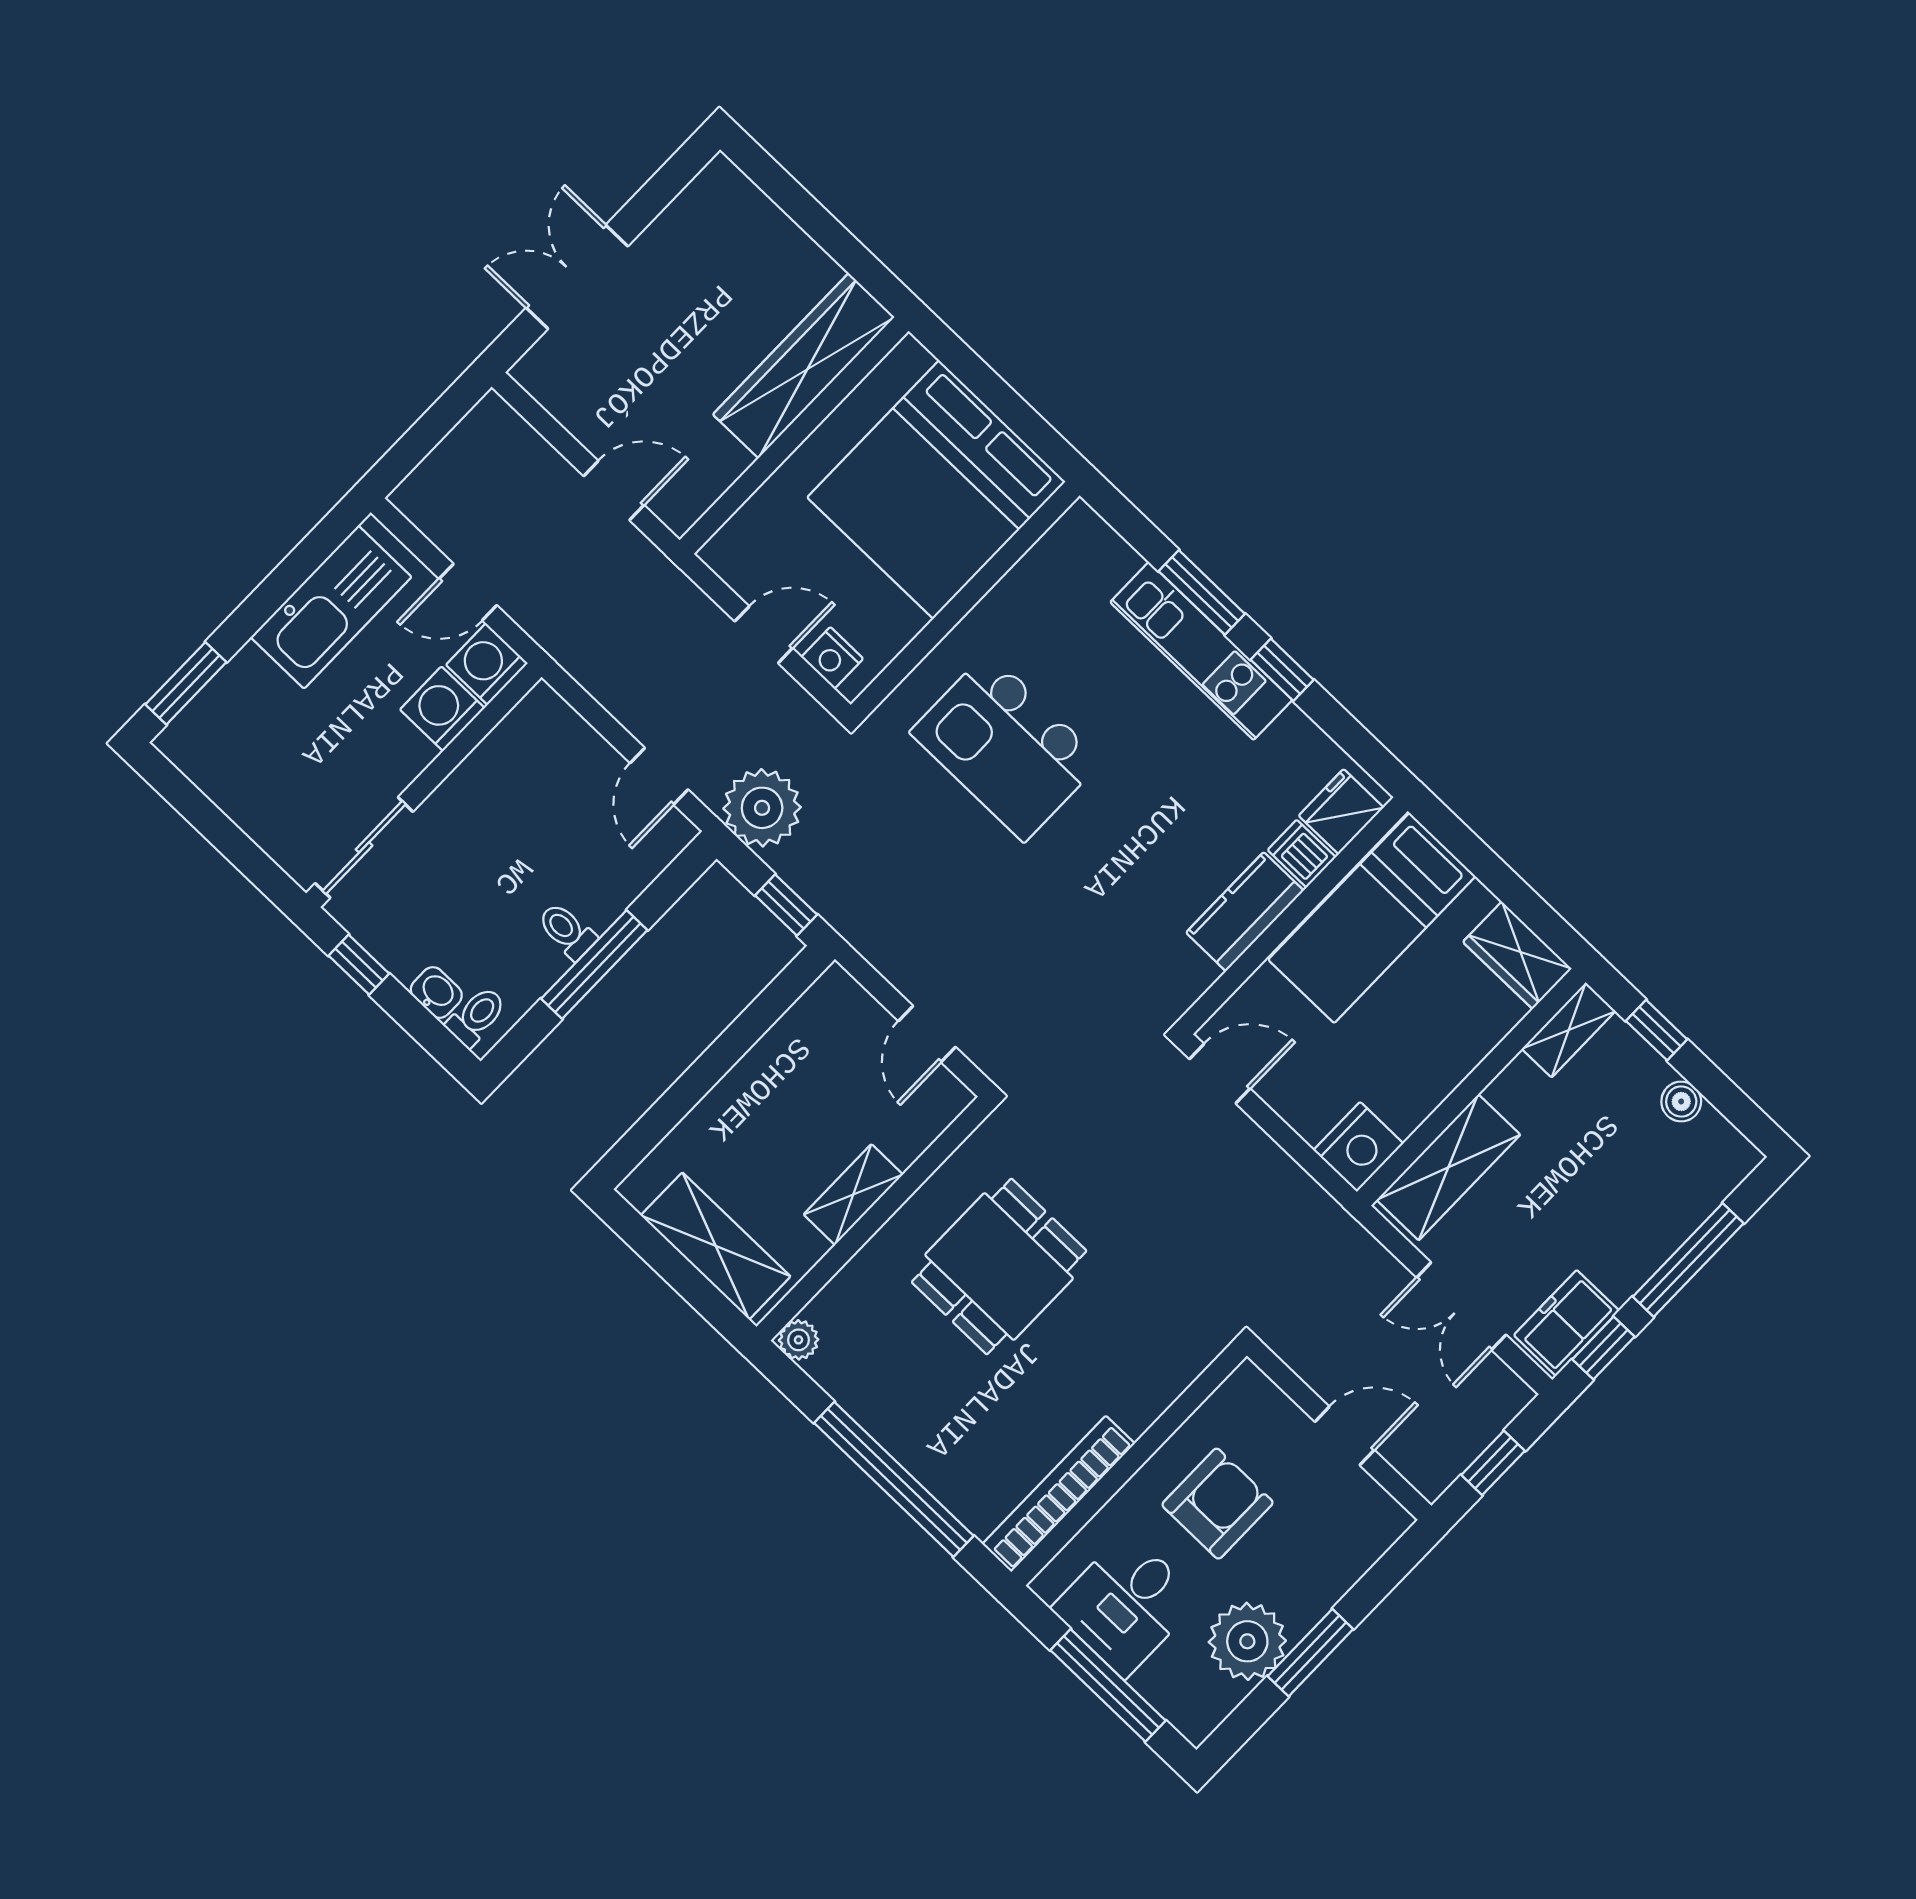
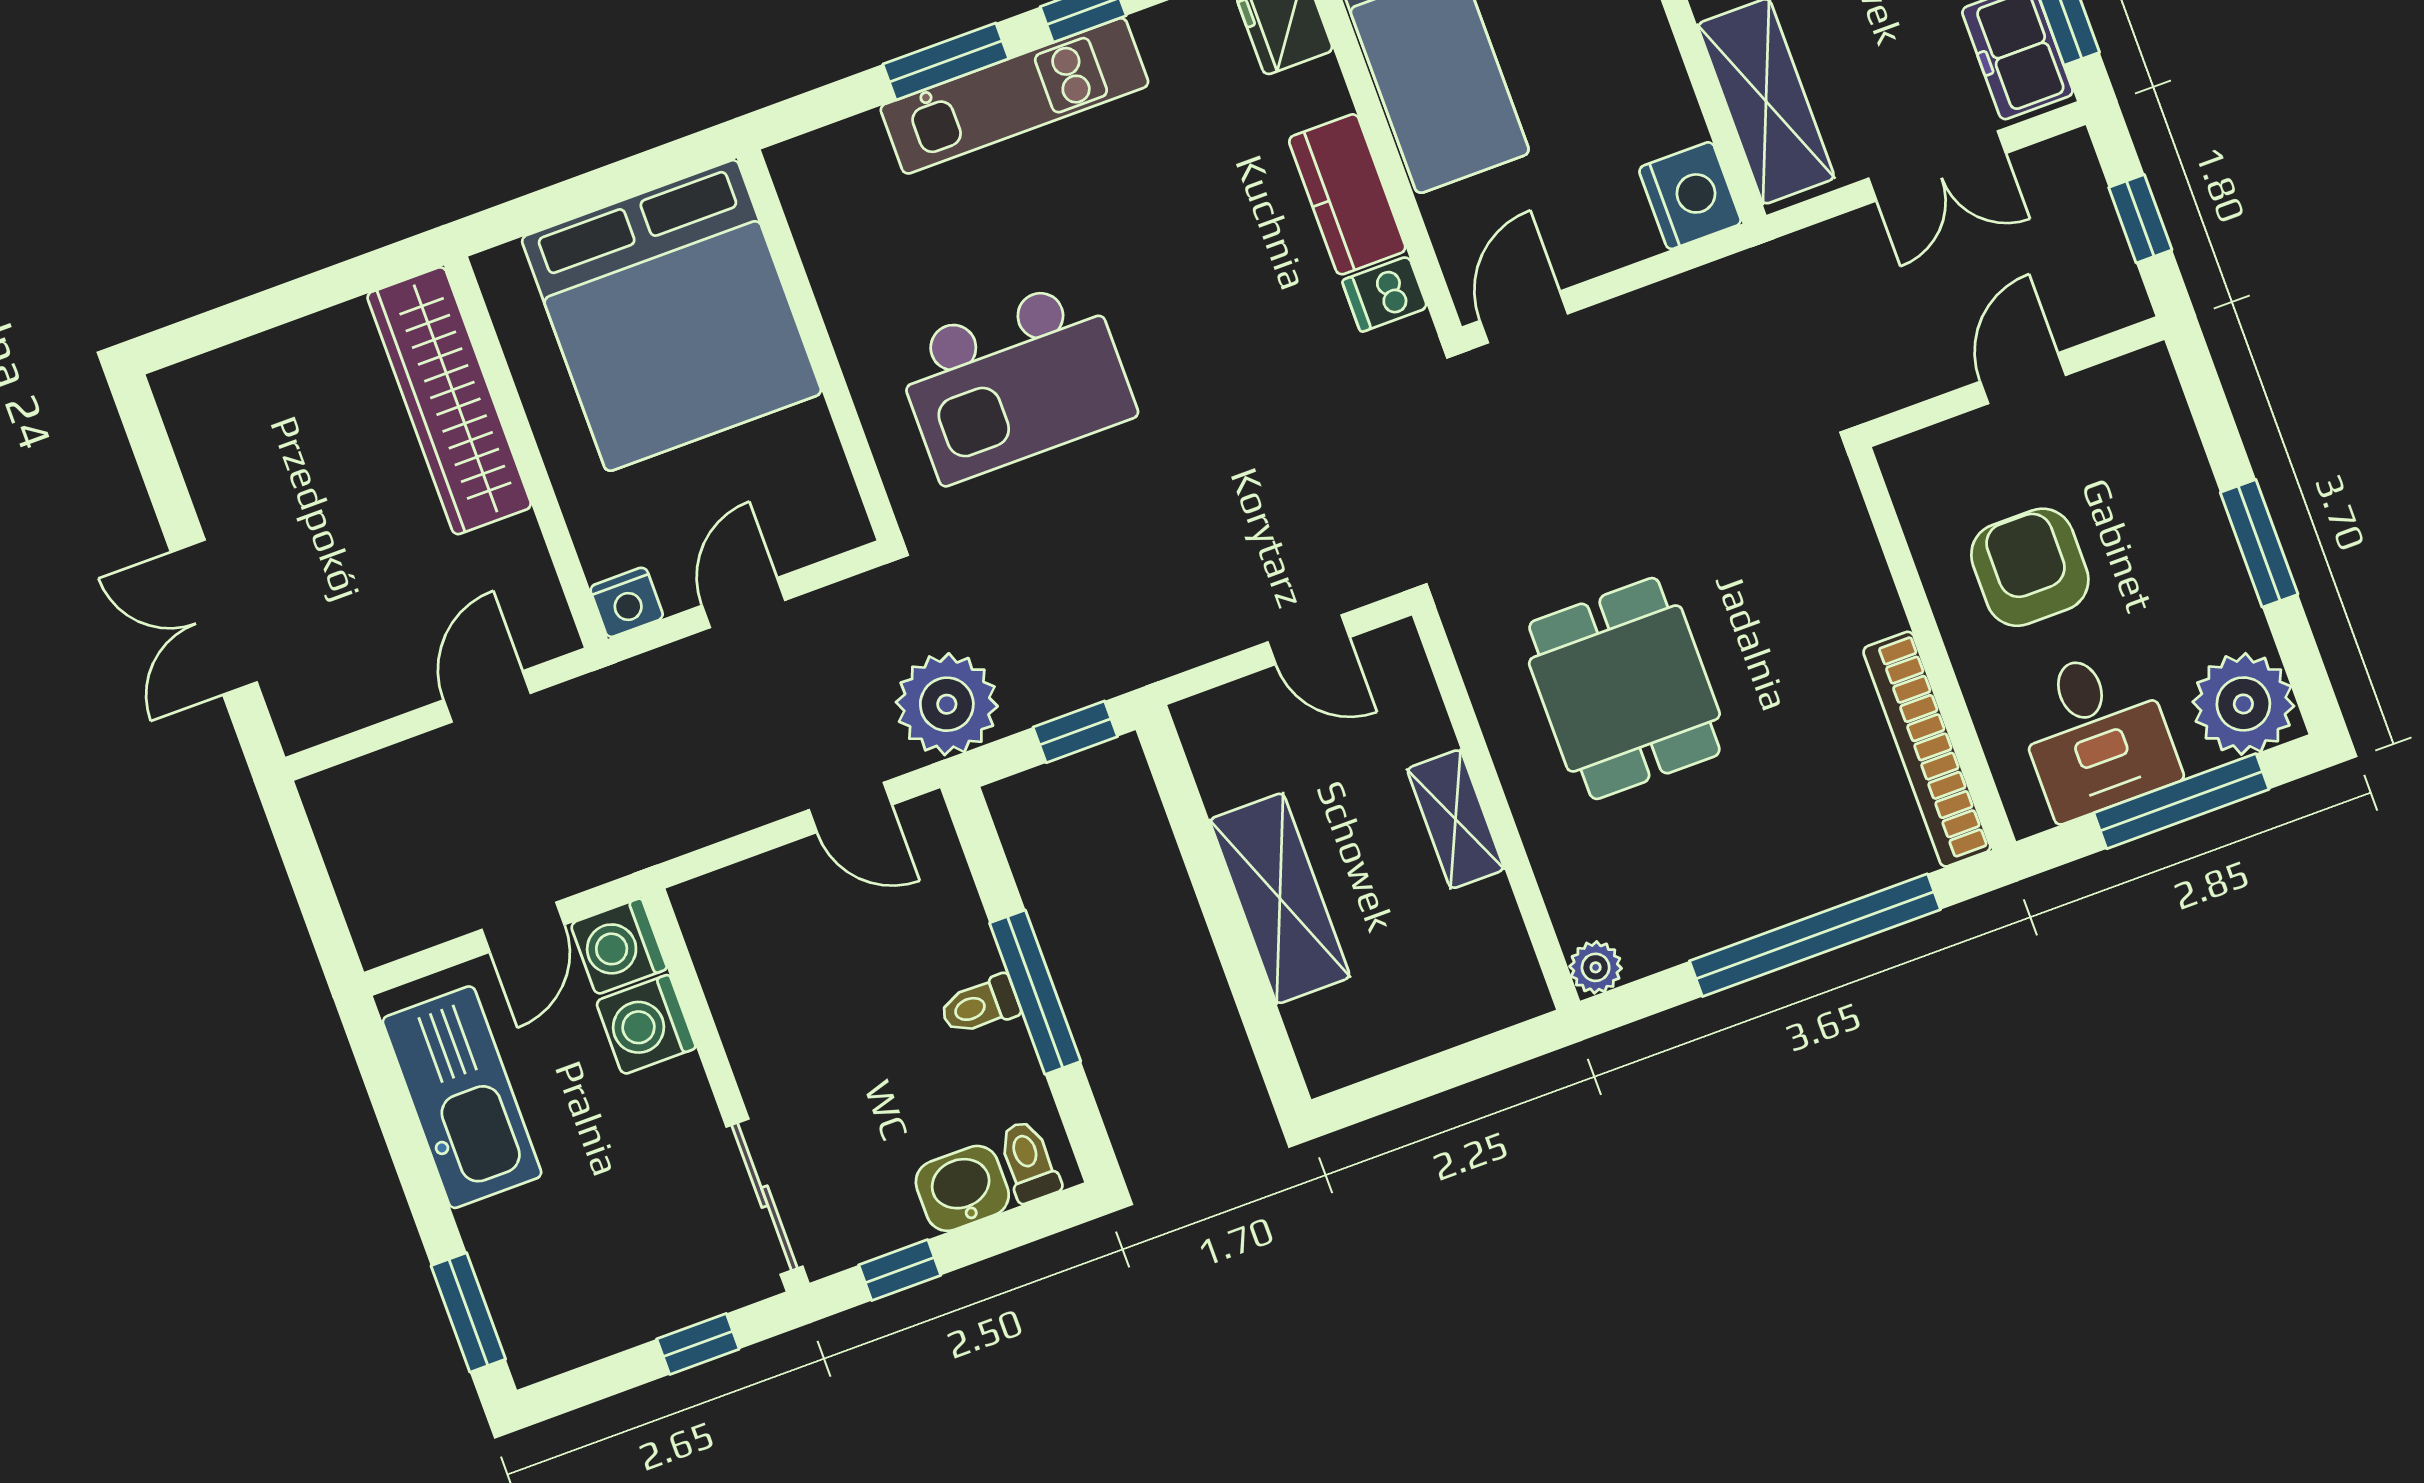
nightstand: (832, 658) -> (627, 602), moved
window: (241, 851) -> (698, 1344), added
dishwasher: (1302, 854) -> (1385, 294), moved
washbasin: (436, 992) -> (962, 1188), width x1.38, depth x1.45
shelving: (716, 1246) -> (1280, 898), moved, turned 90
plant: (1247, 1641) -> (2243, 704), moved

